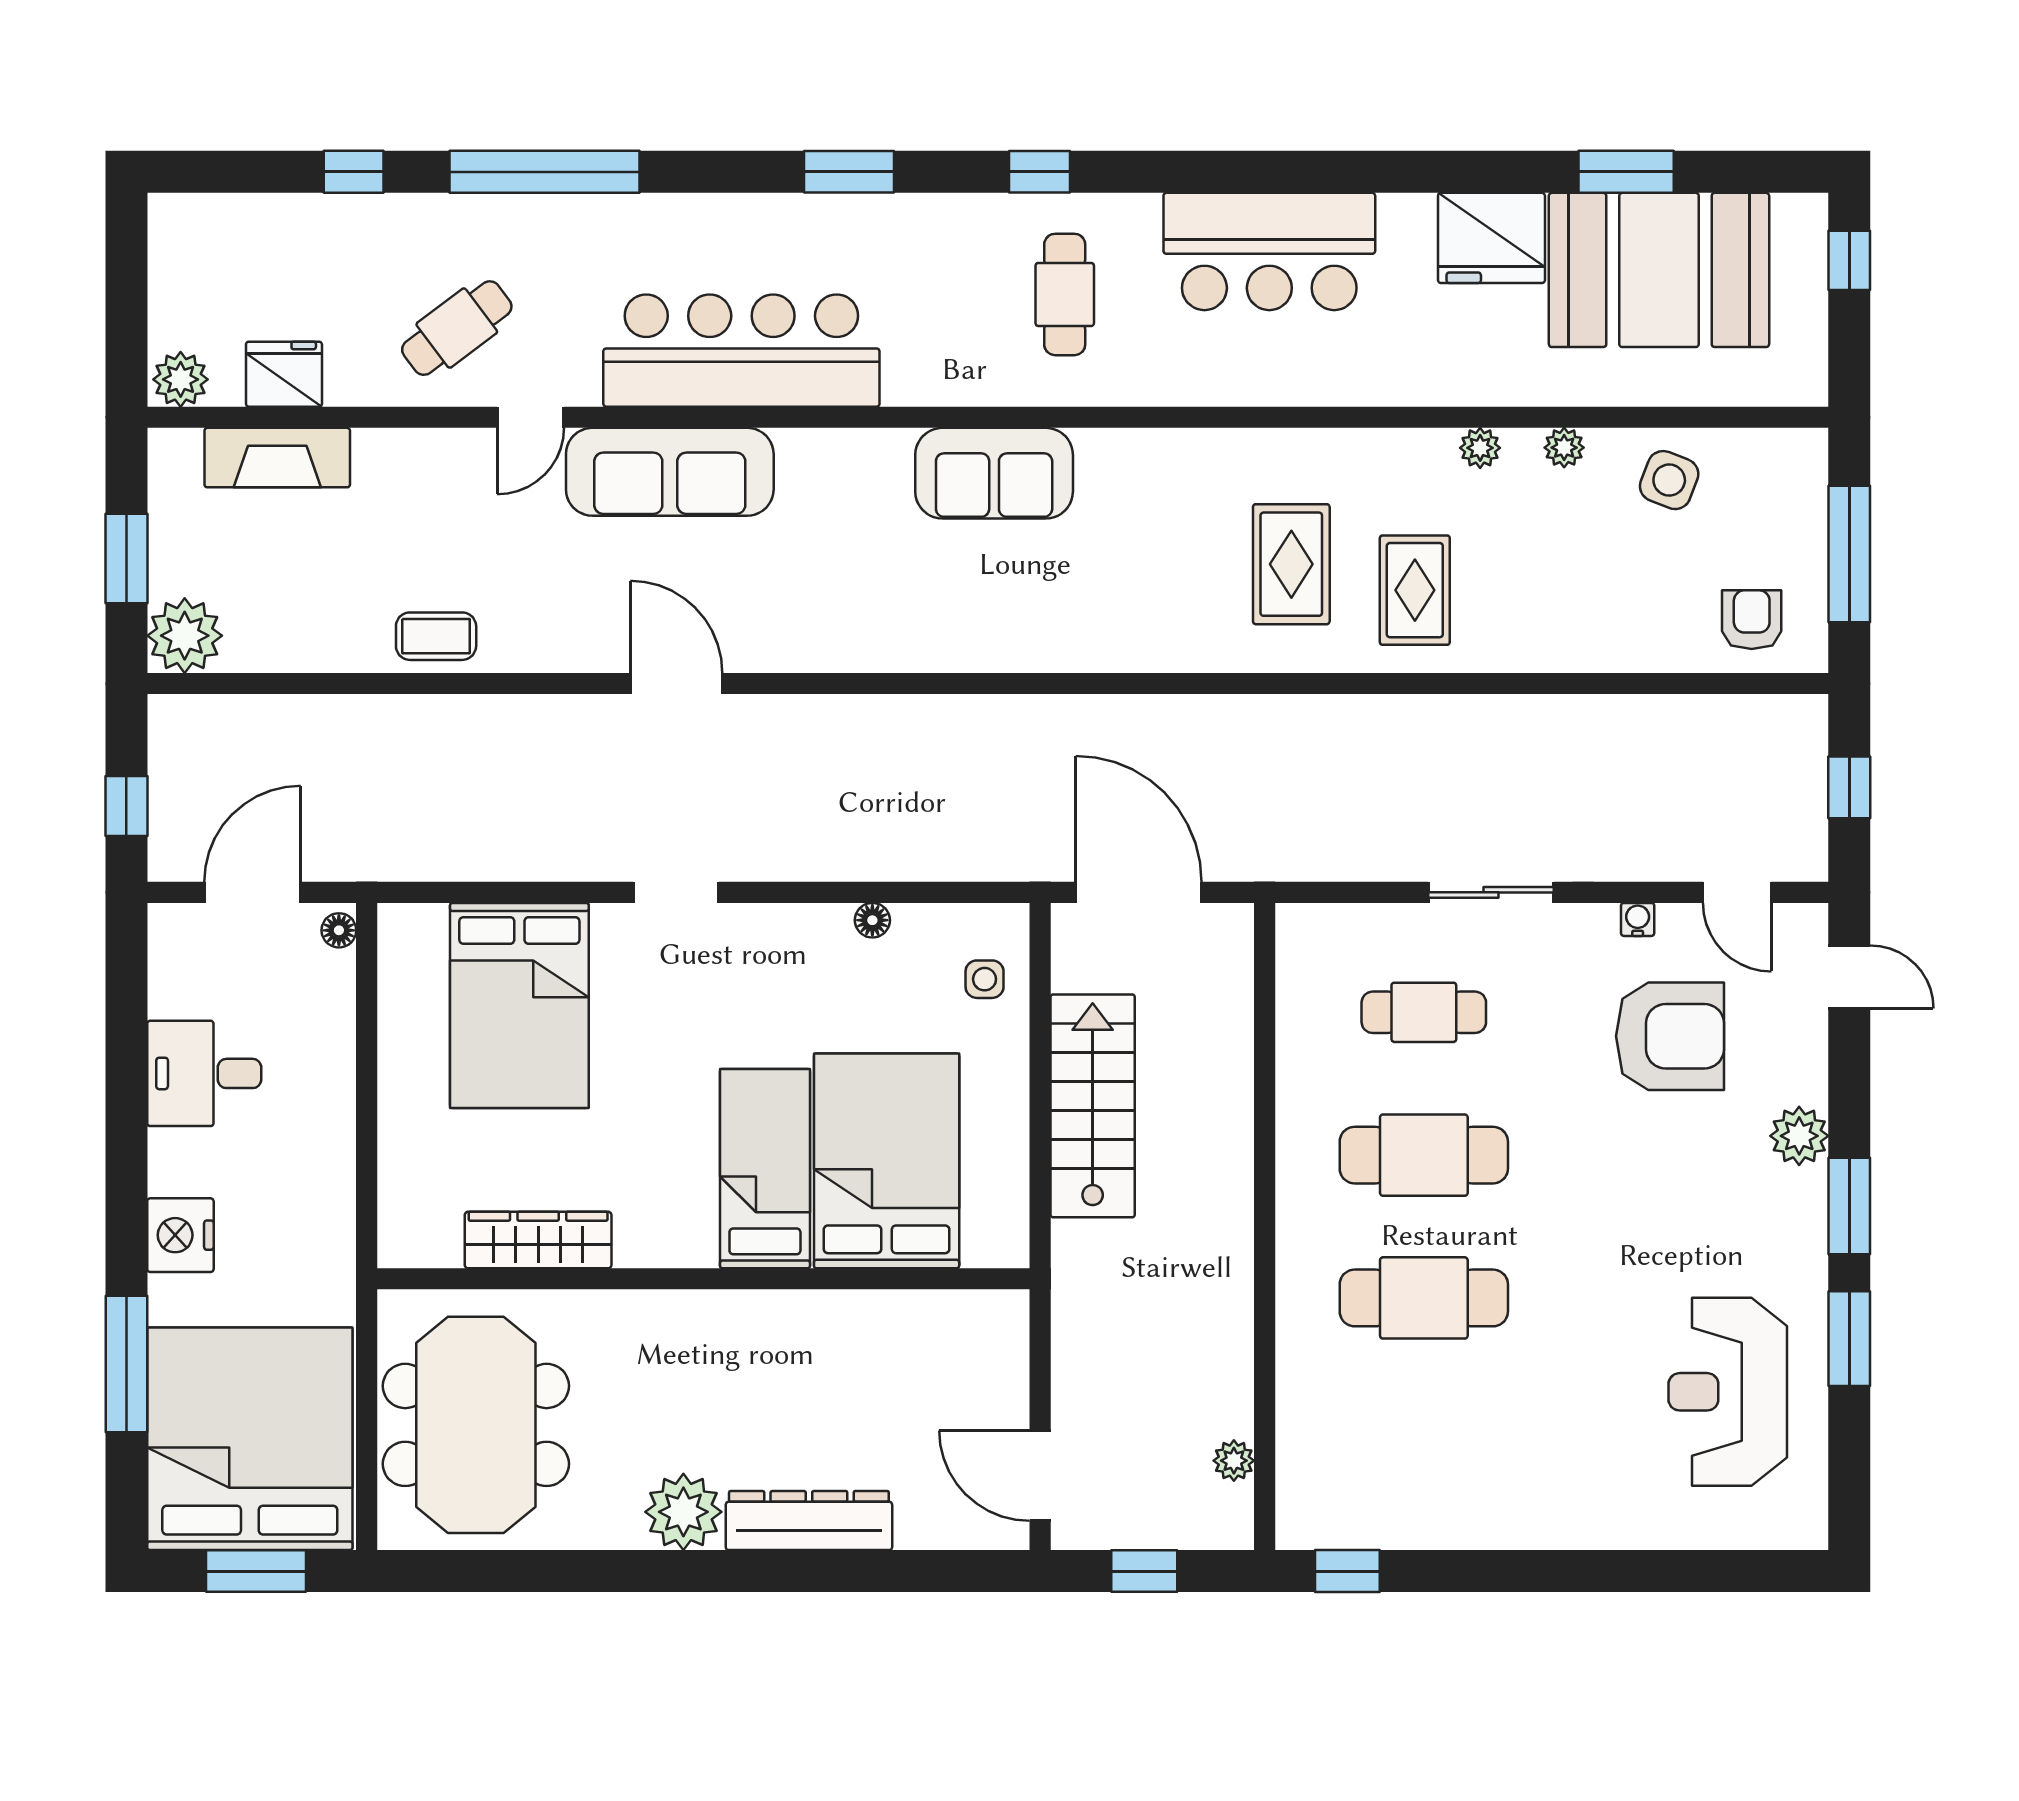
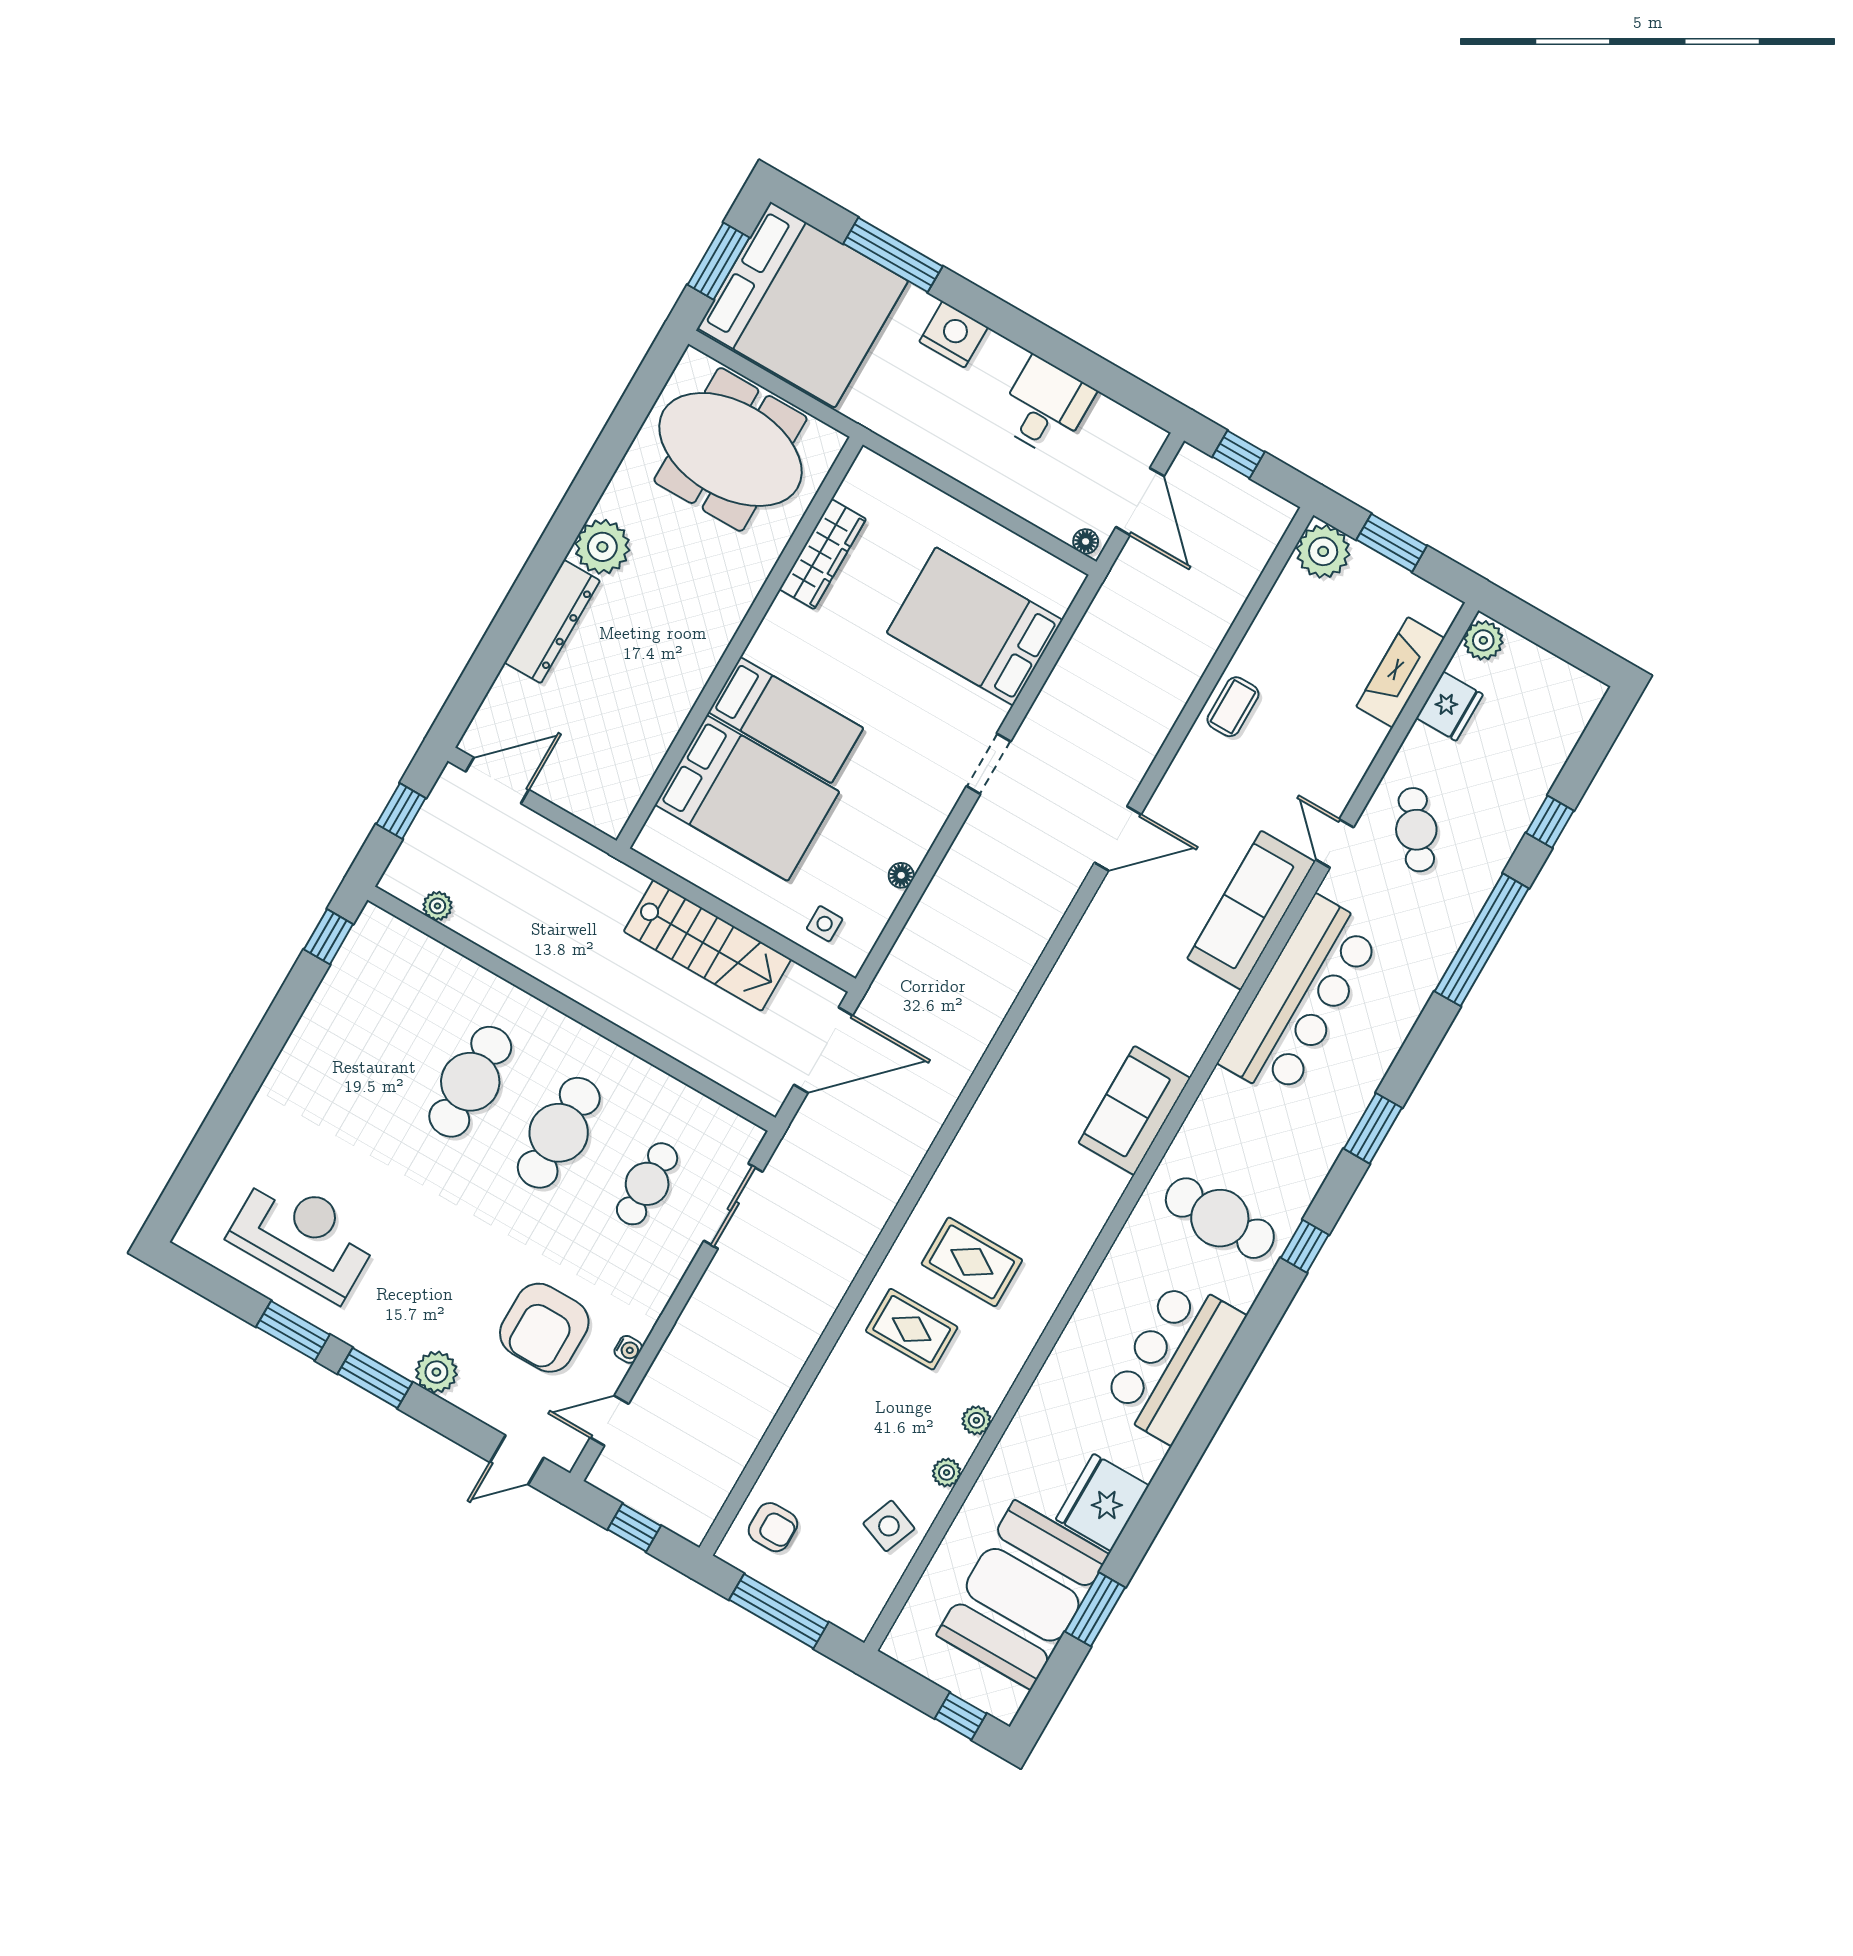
cafe table: (1065, 294) -> (1220, 1218), width x1.37, depth x1.35
sliding door: (1491, 892) -> (733, 1206), moved

